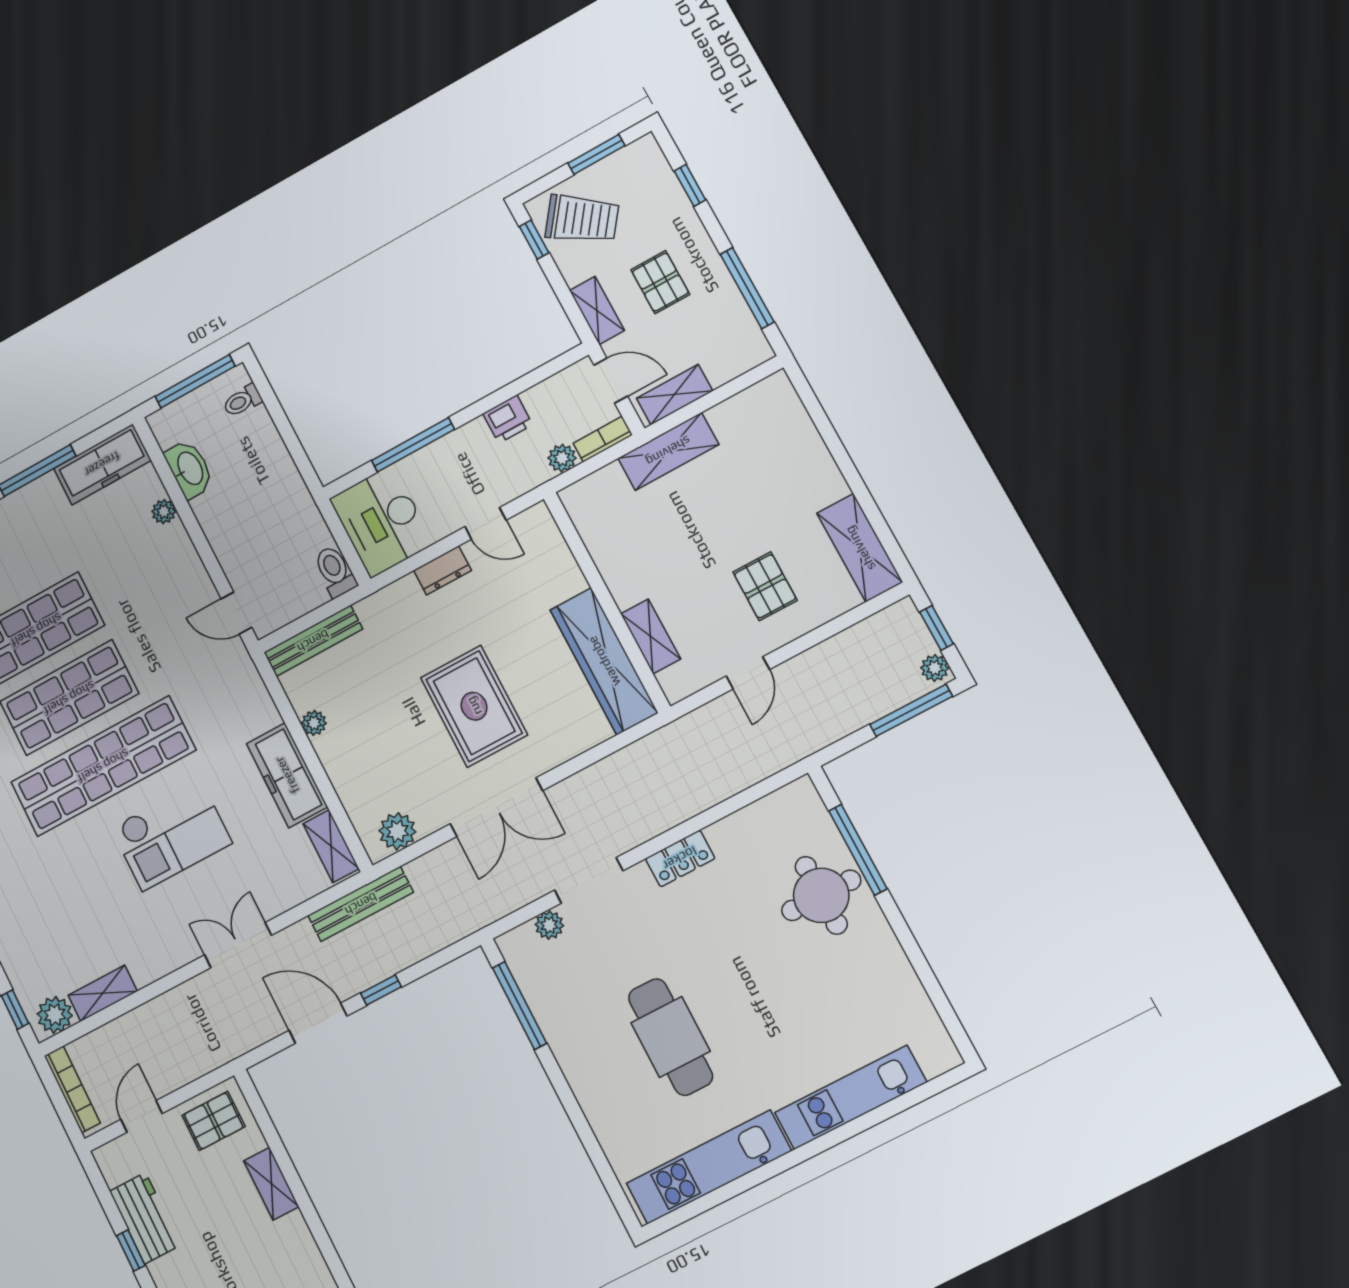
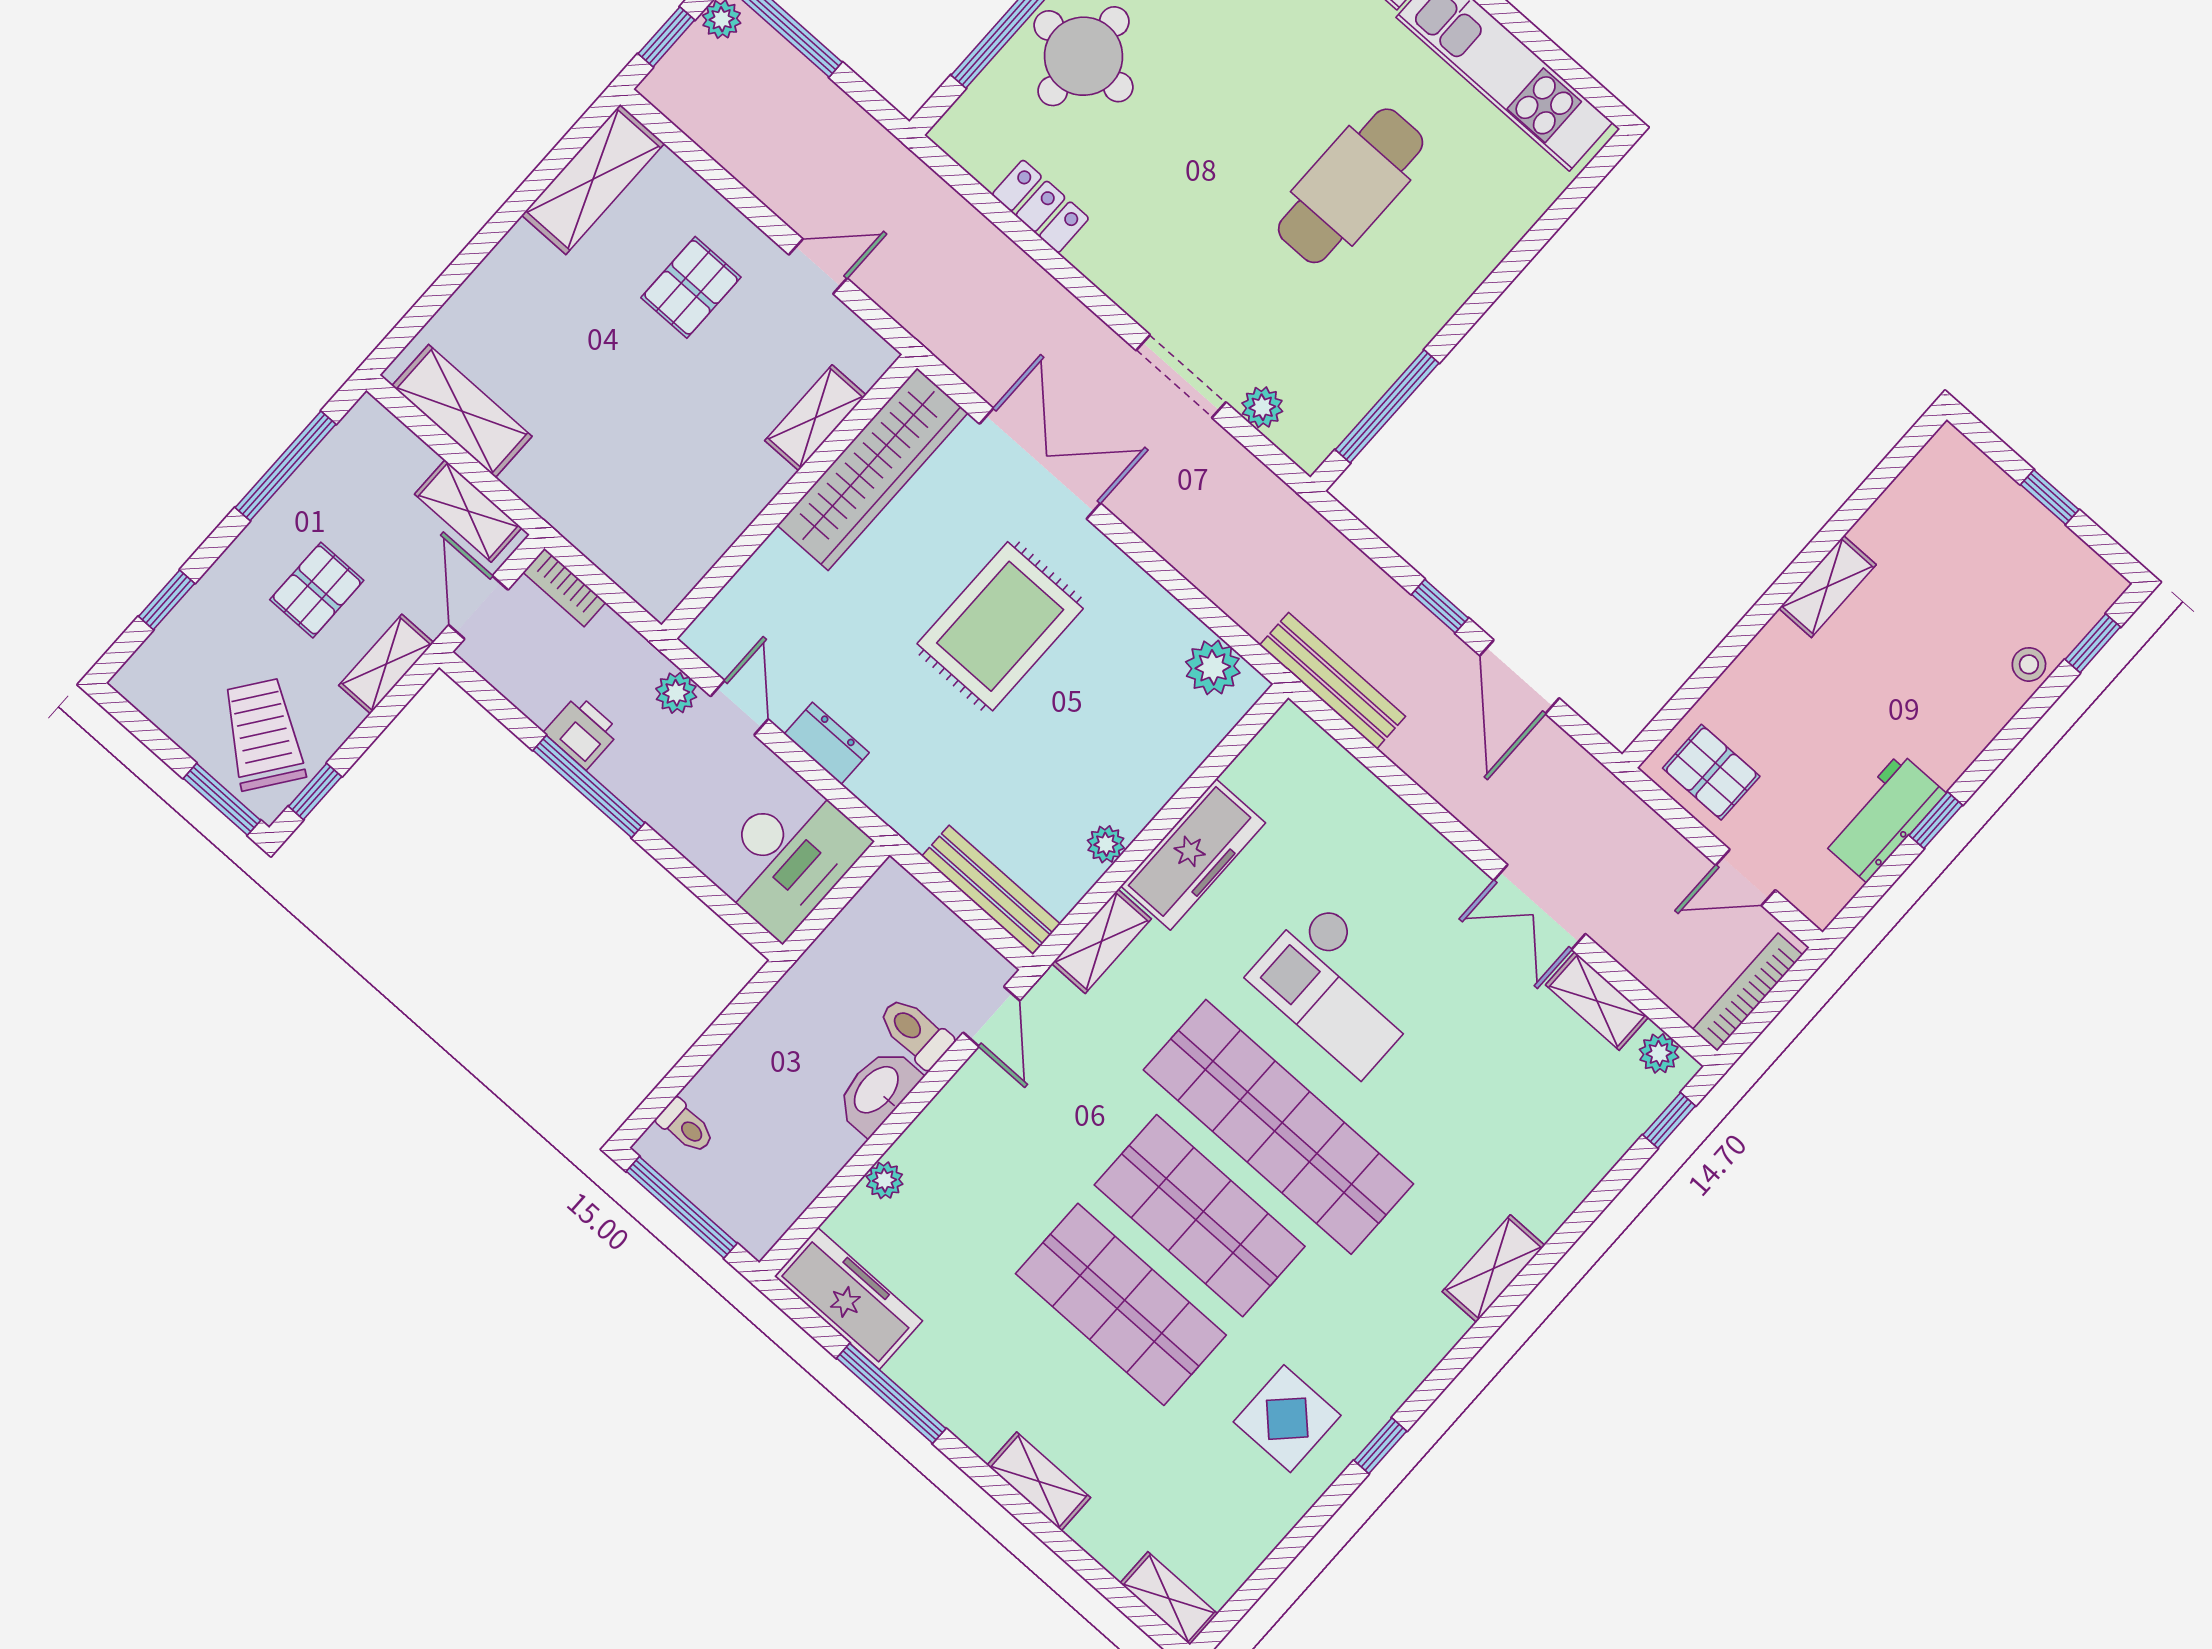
window: (596, 154) -> (222, 799), moved
window: (413, 445) -> (589, 787), moved
shelving: (668, 451) -> (462, 411), moved
plant: (562, 458) -> (676, 693), moved
washbasin: (189, 469) -> (877, 1091), moved
toilet: (335, 571) -> (915, 1032), moved, turned 90
double door: (496, 807) -> (1040, 464), moved
checkout: (171, 835) -> (1339, 988), turned 180
shelving: (331, 846) -> (1102, 941), moved
locker: (680, 858) -> (1040, 206), moved
double door: (238, 945) -> (1540, 907), moved
plant: (55, 1015) -> (1659, 1053), width x0.73, depth x0.73
shelving: (271, 1184) -> (1827, 587), moved

